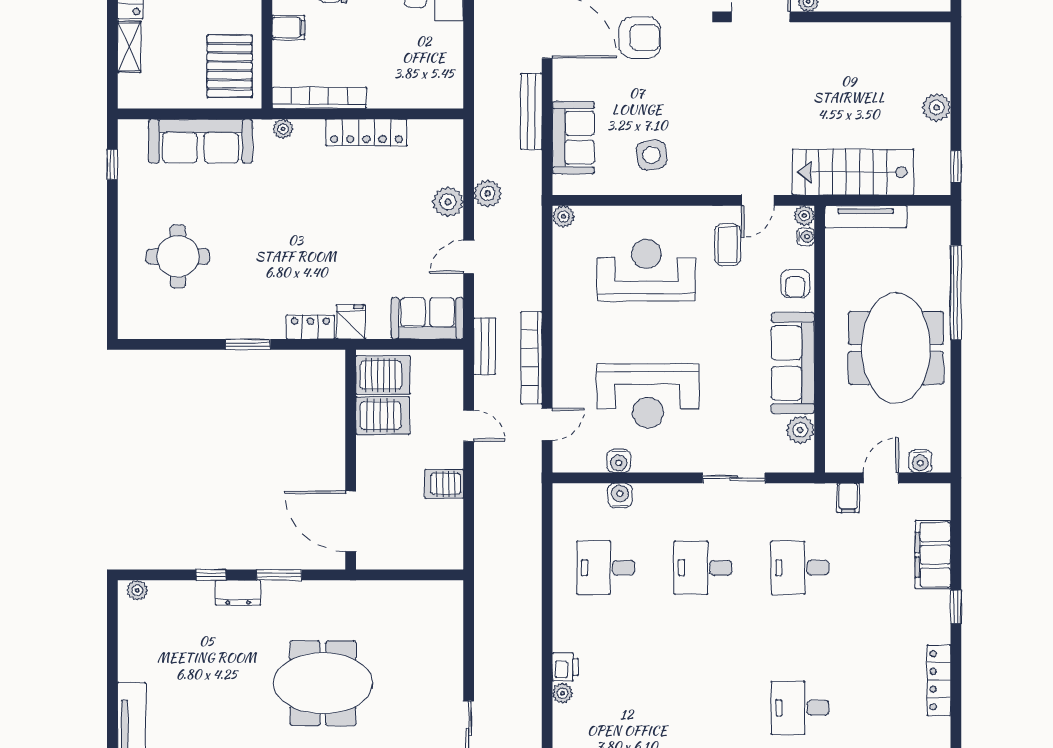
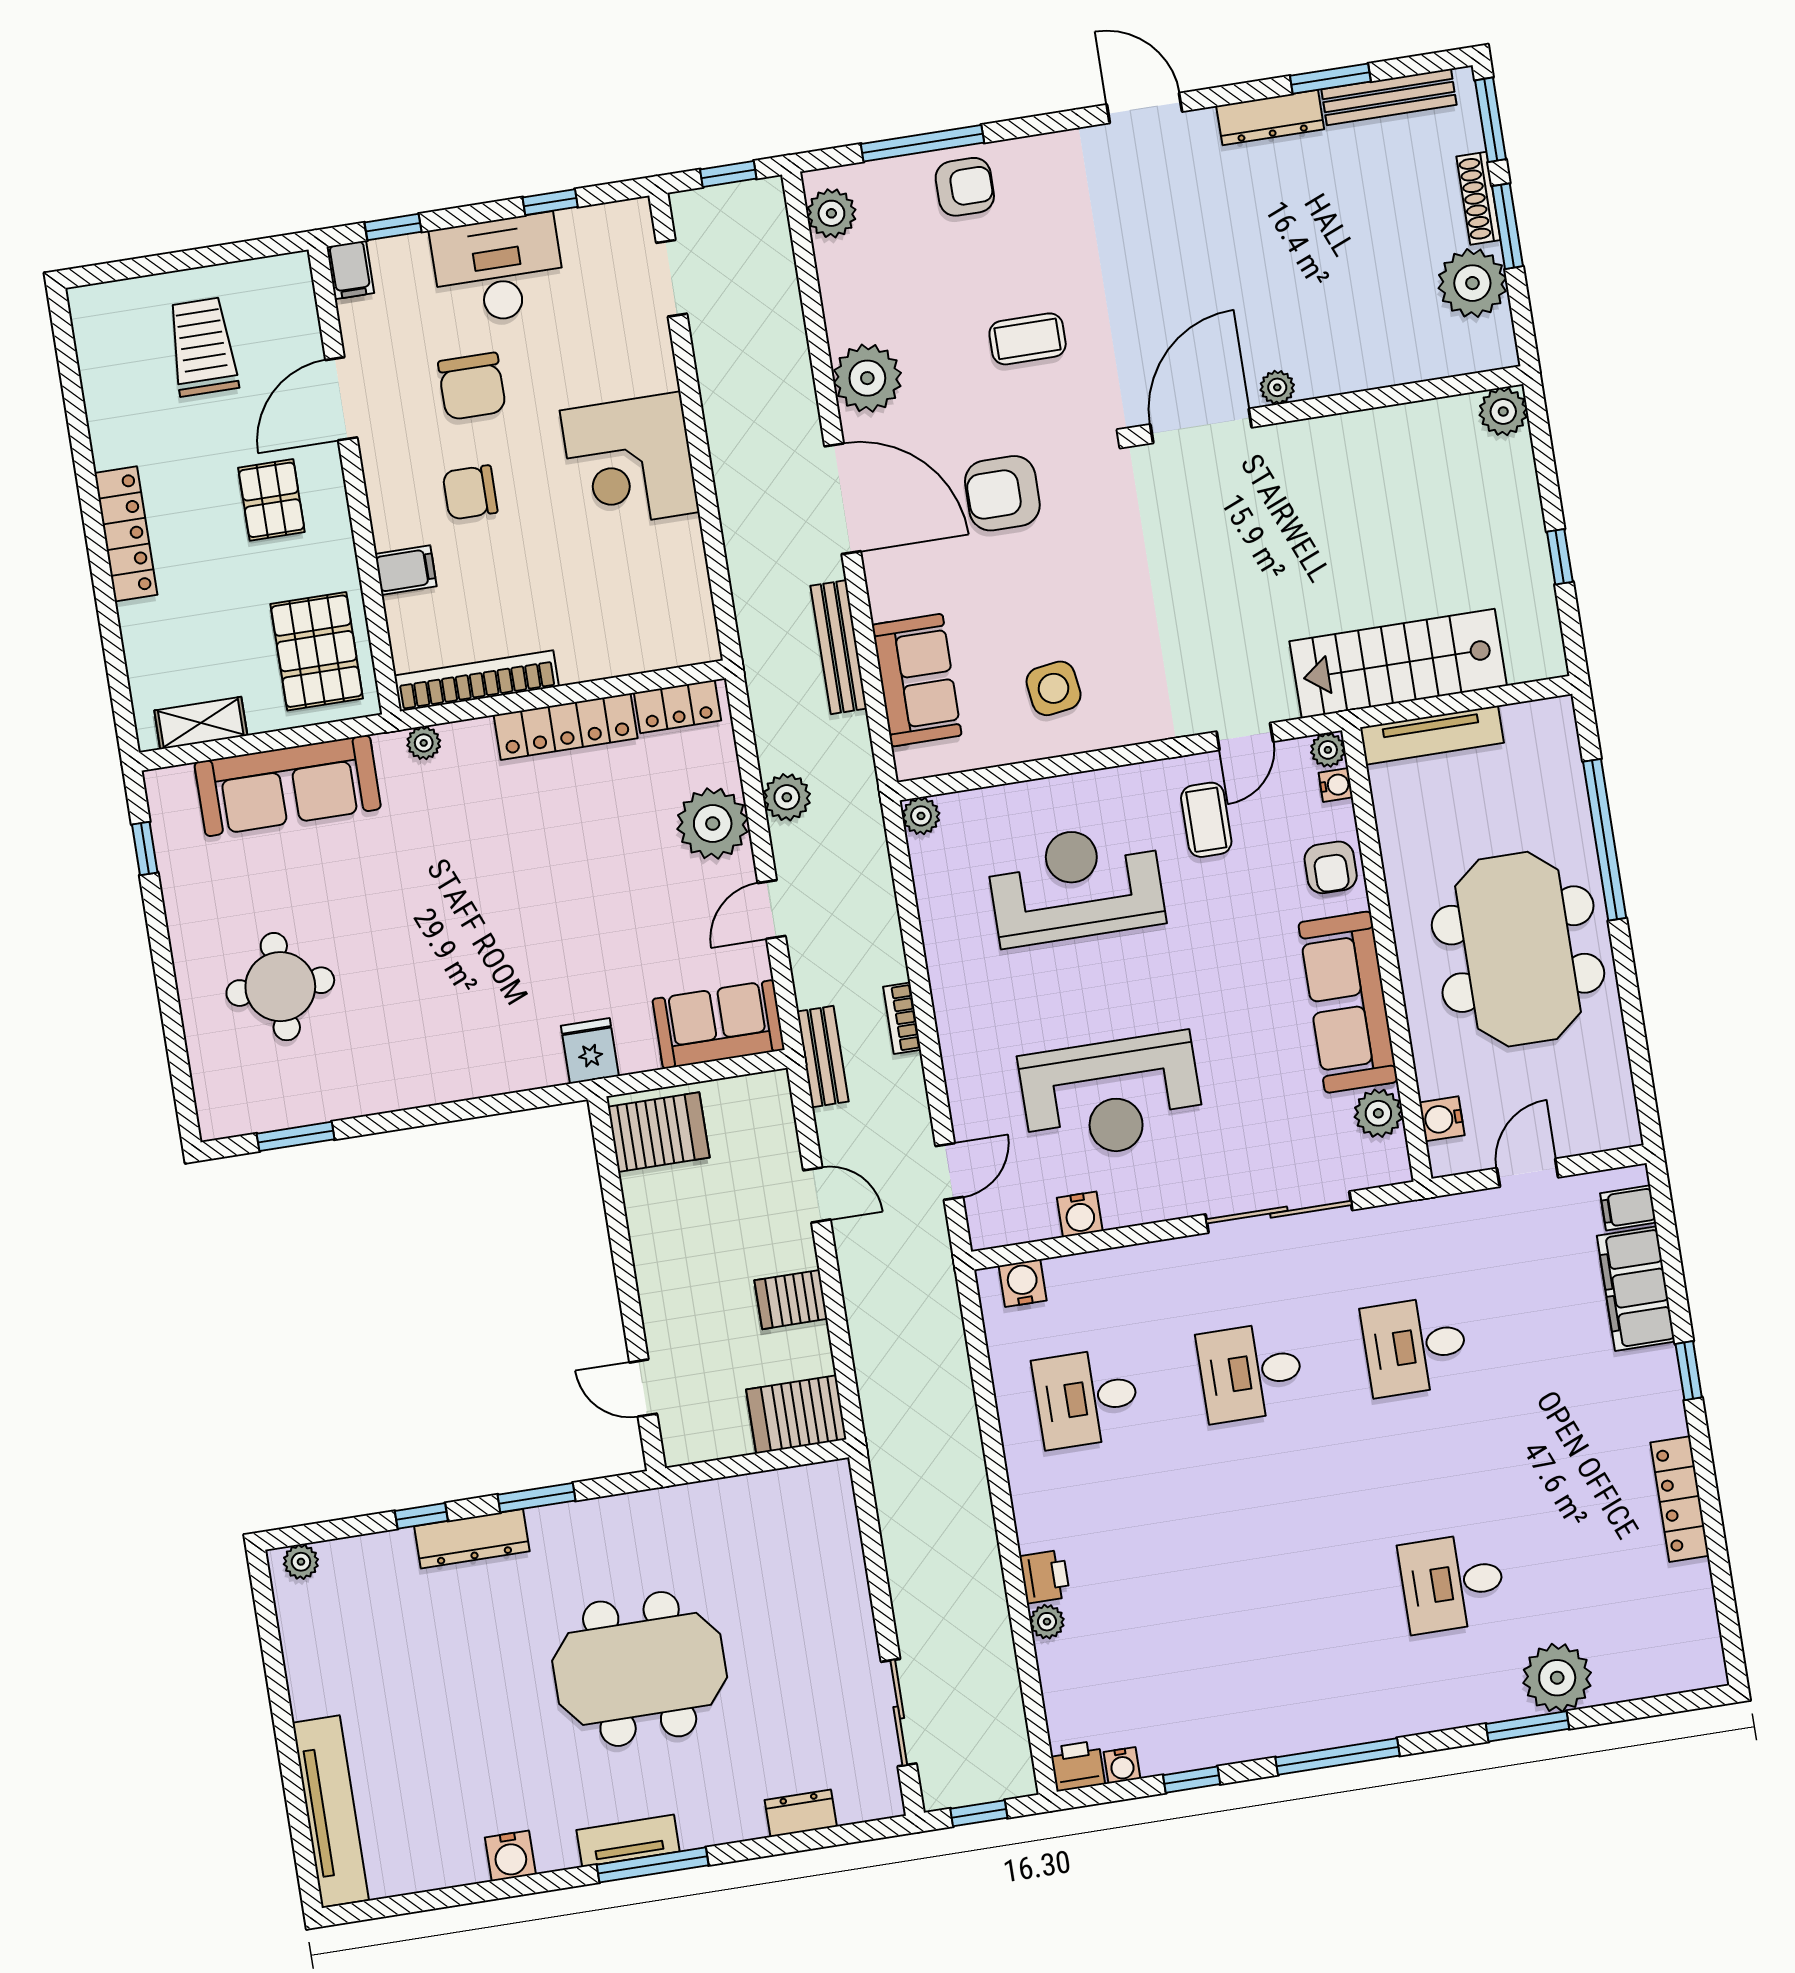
armchair: (640, 38) -> (1002, 493), turned 180
shelving: (129, 47) -> (201, 723), moved, turned 90
plant: (937, 108) -> (1503, 411), moved
window: (956, 166) -> (1560, 557), moved
plant: (448, 202) -> (713, 824), width x1.36, depth x1.36
locker: (310, 327) -> (677, 707), moved, turned 180
window: (248, 344) -> (296, 1136), moved
bookcase: (531, 358) -> (902, 1018), width x0.43, depth x0.76
server rack: (383, 415) -> (796, 1414), moved, turned 180
water cooler: (920, 461) -> (1442, 1119), moved, turned 90
sliding door: (734, 478) -> (1279, 1212), width x1.37
water cooler: (620, 495) -> (1023, 1283), moved
filing cabinet: (848, 498) -> (1628, 1208), moved, turned 90
door: (351, 521) -> (643, 1388), width x0.53
dresser: (238, 593) -> (472, 1539), width x1.44

